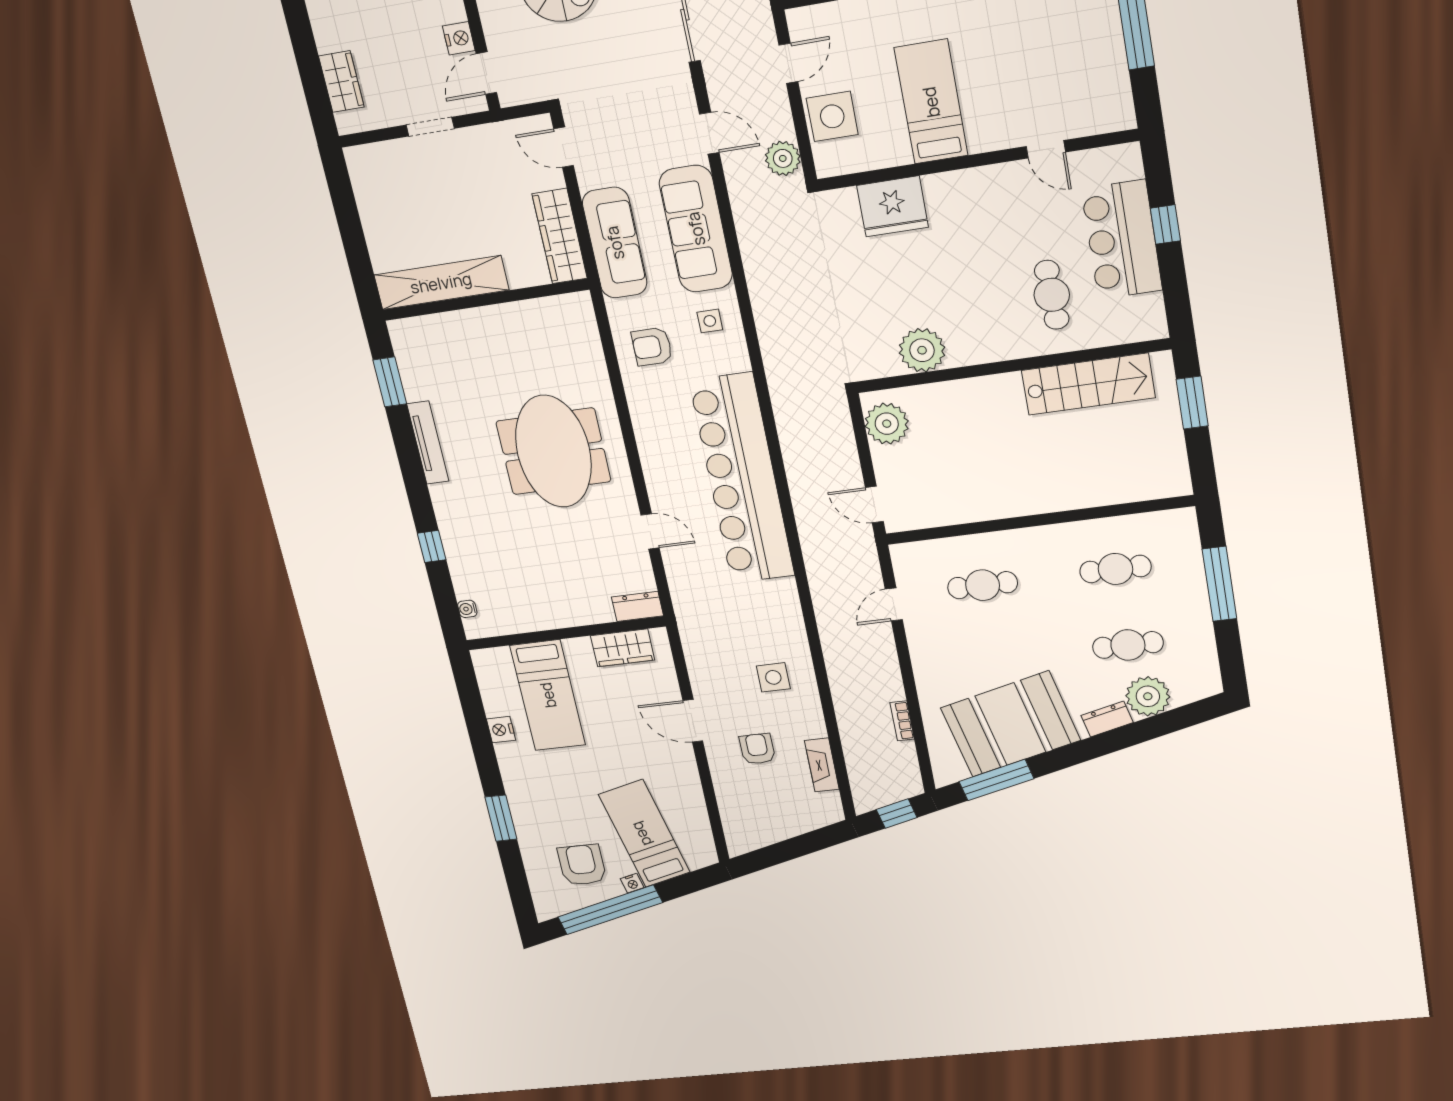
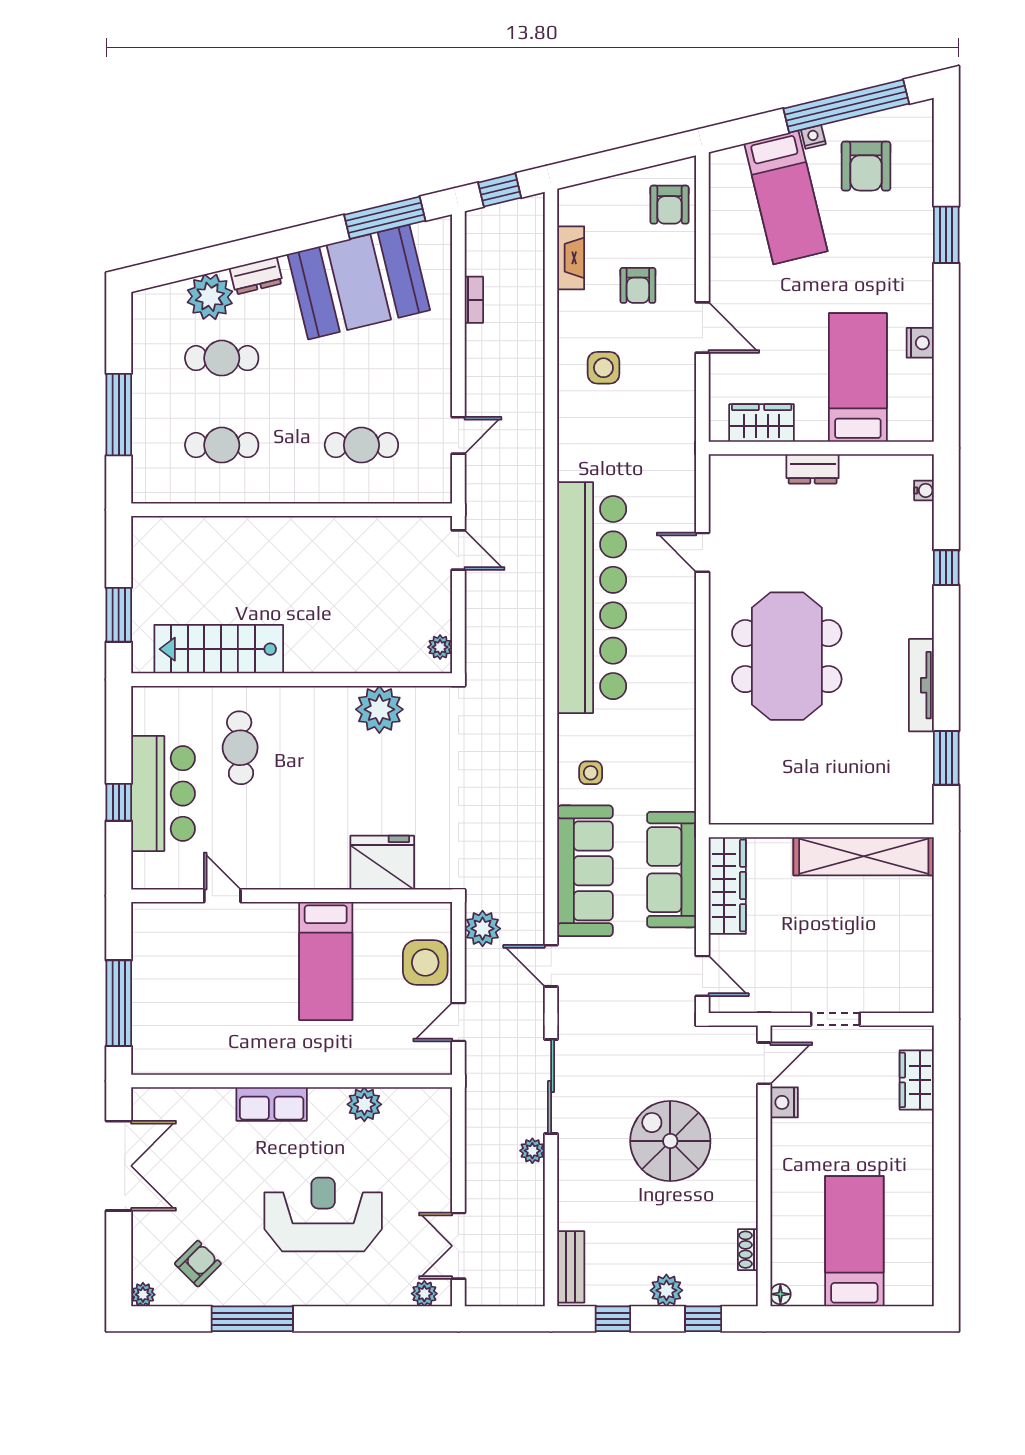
armchair: (652, 347) -> (669, 205), moved, turned 90
plant: (887, 424) -> (440, 647), width x0.53, depth x0.53
dresser: (637, 606) -> (813, 469), moved

